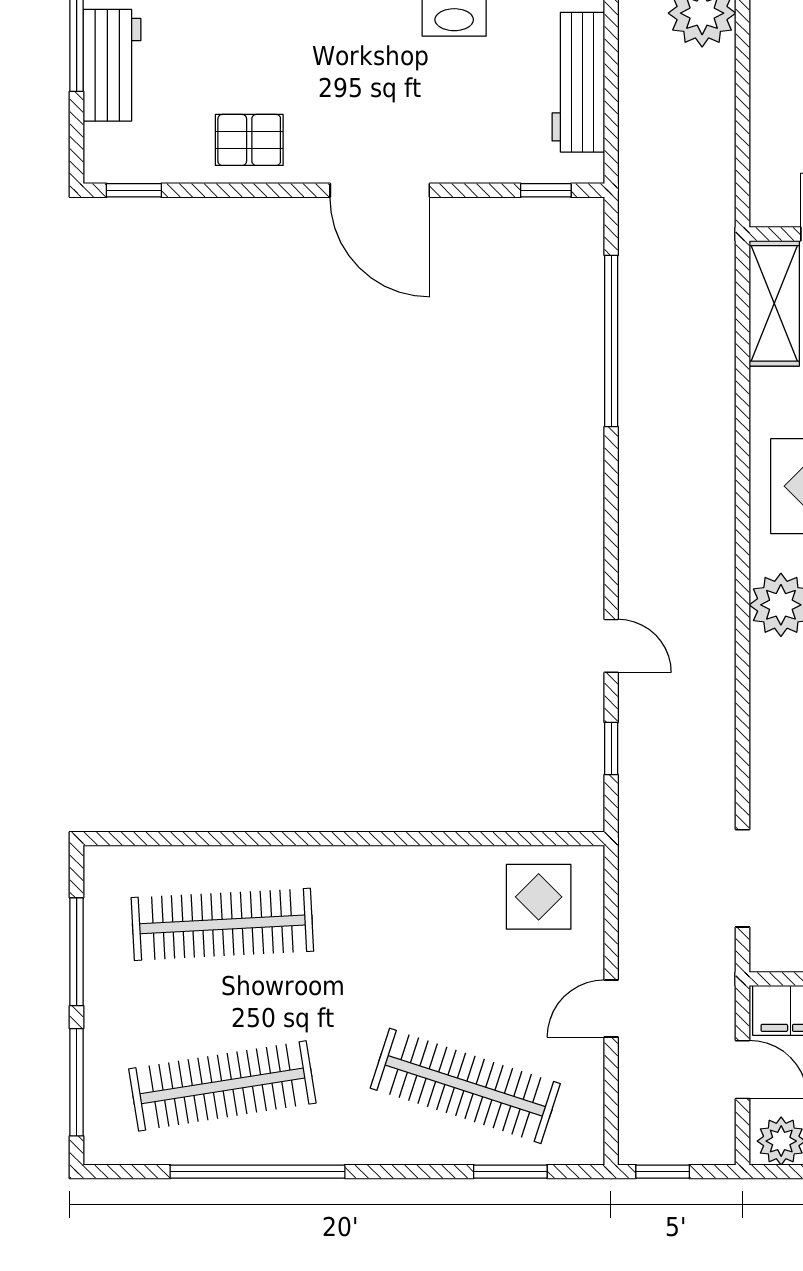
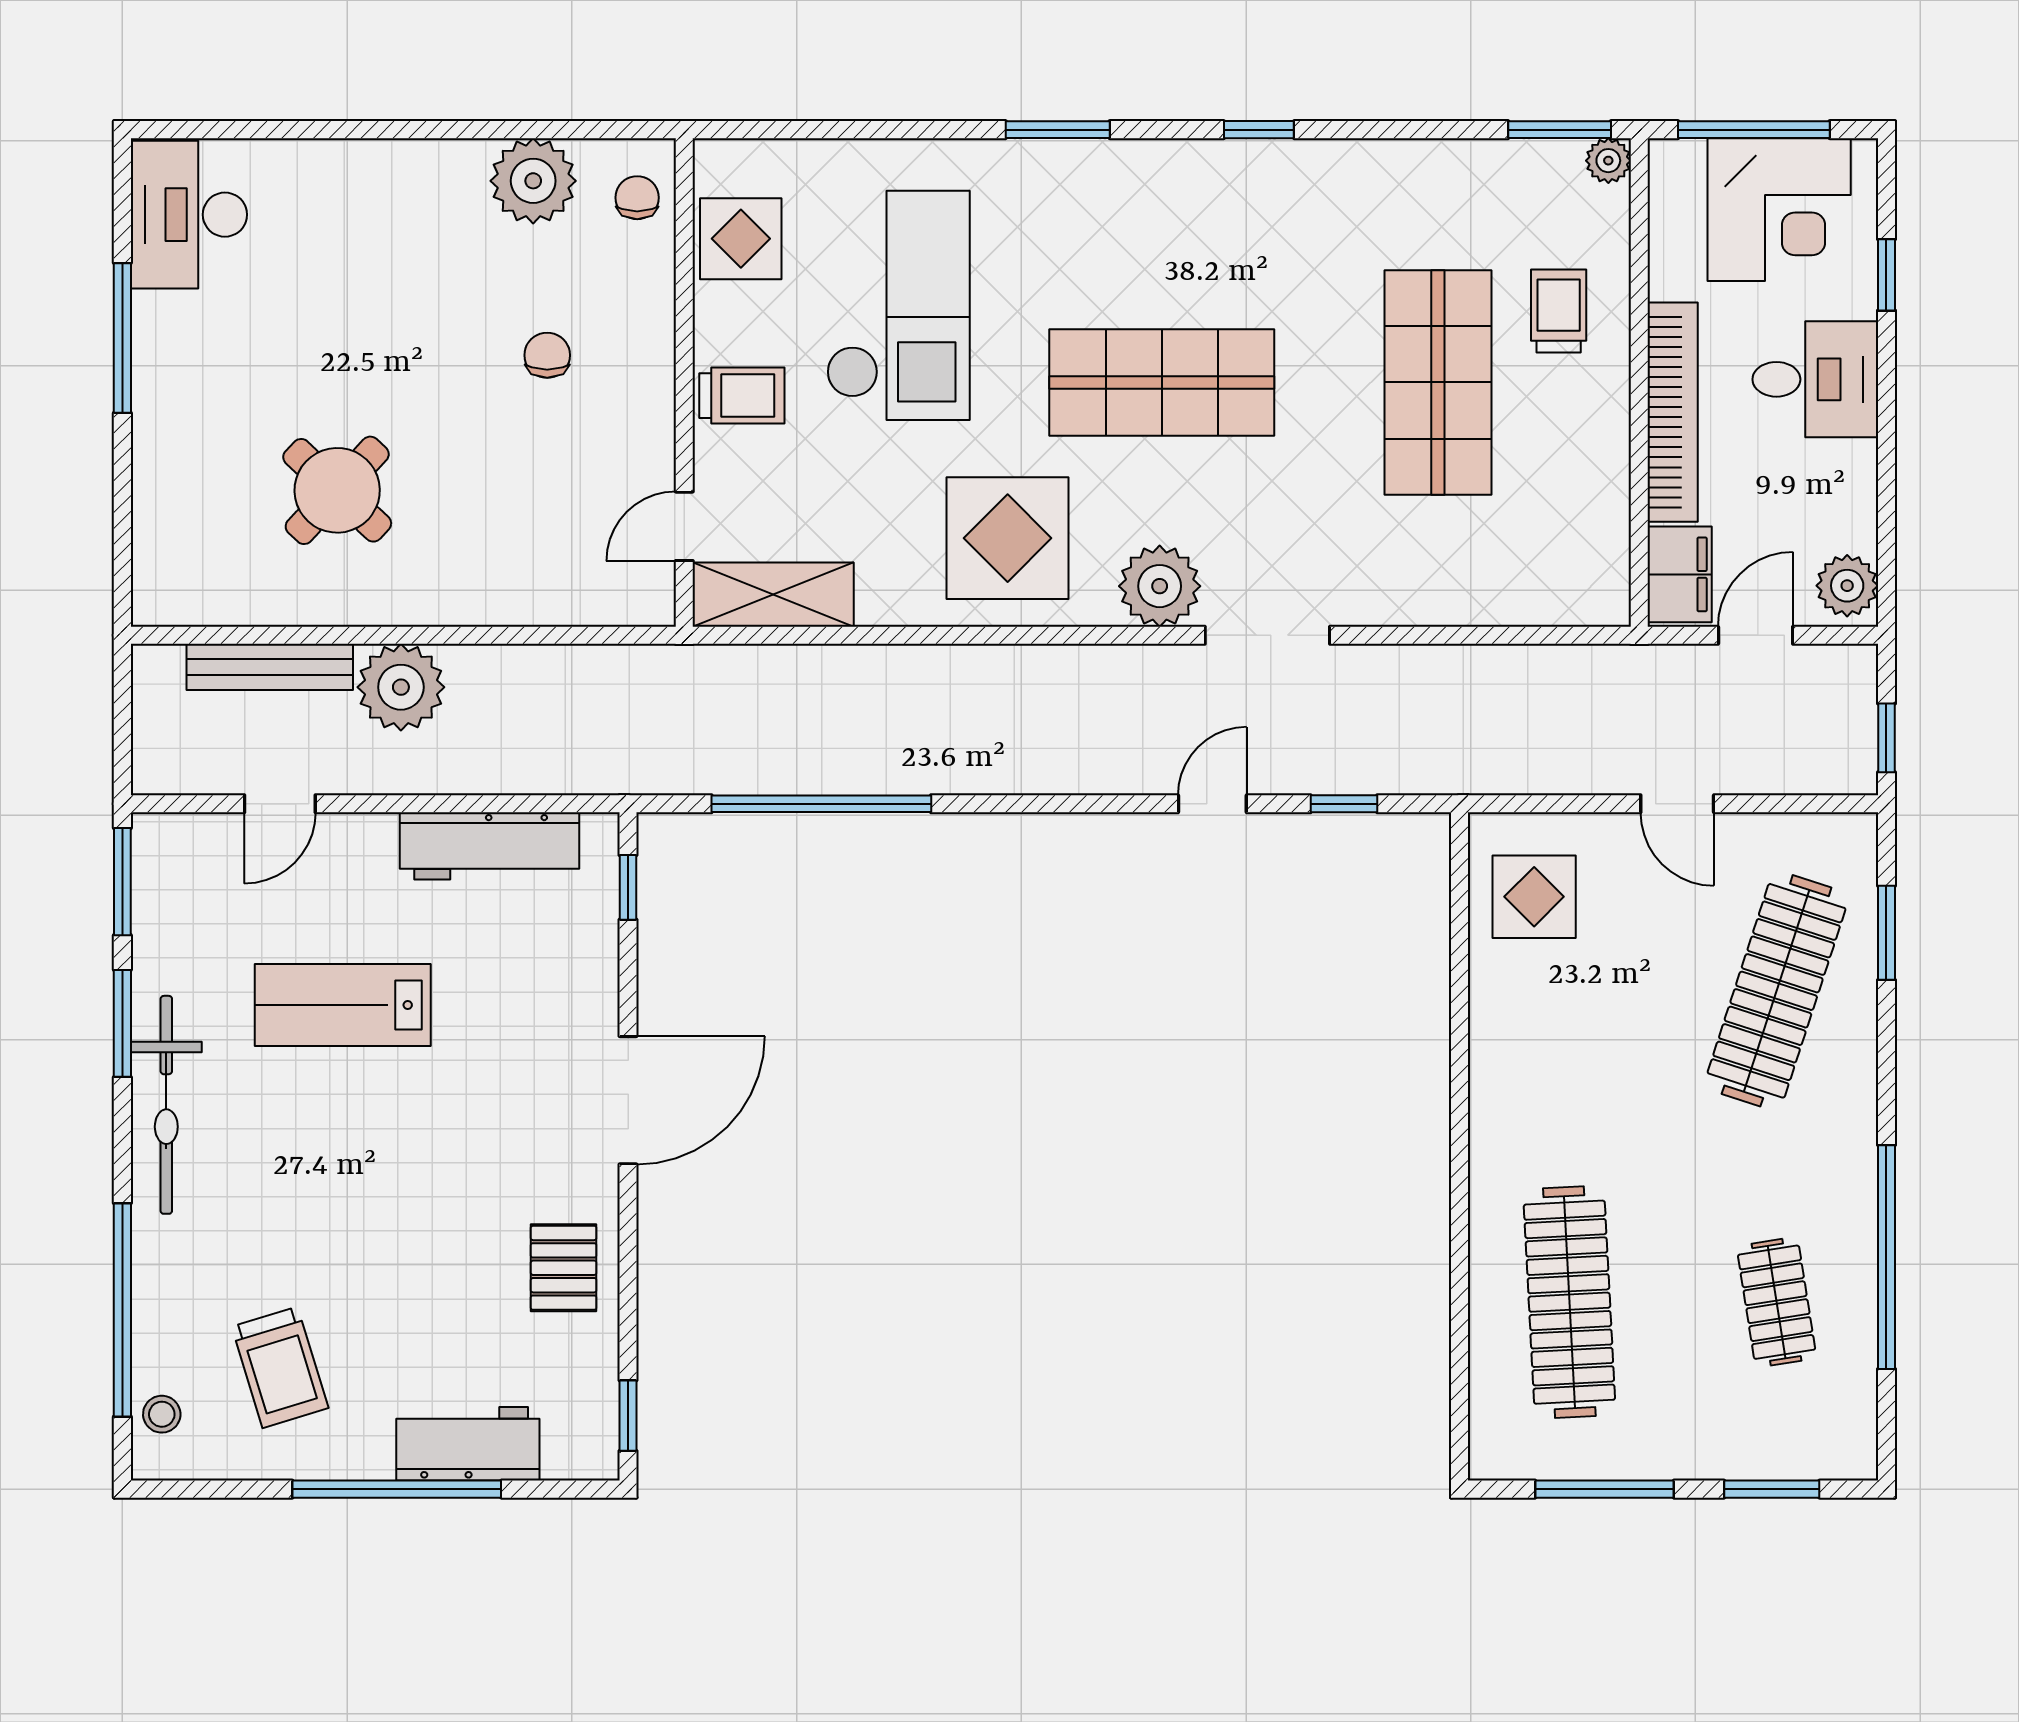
doorway: (743, 878) -> (1267, 635), moved
window: (77, 1082) -> (1772, 1489), width x0.69
clothes rail: (222, 1086) -> (1777, 1302), width x0.54, depth x0.76

